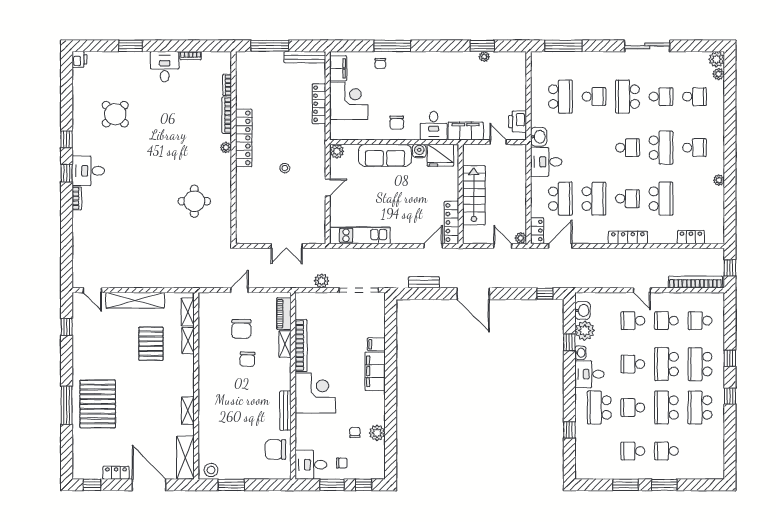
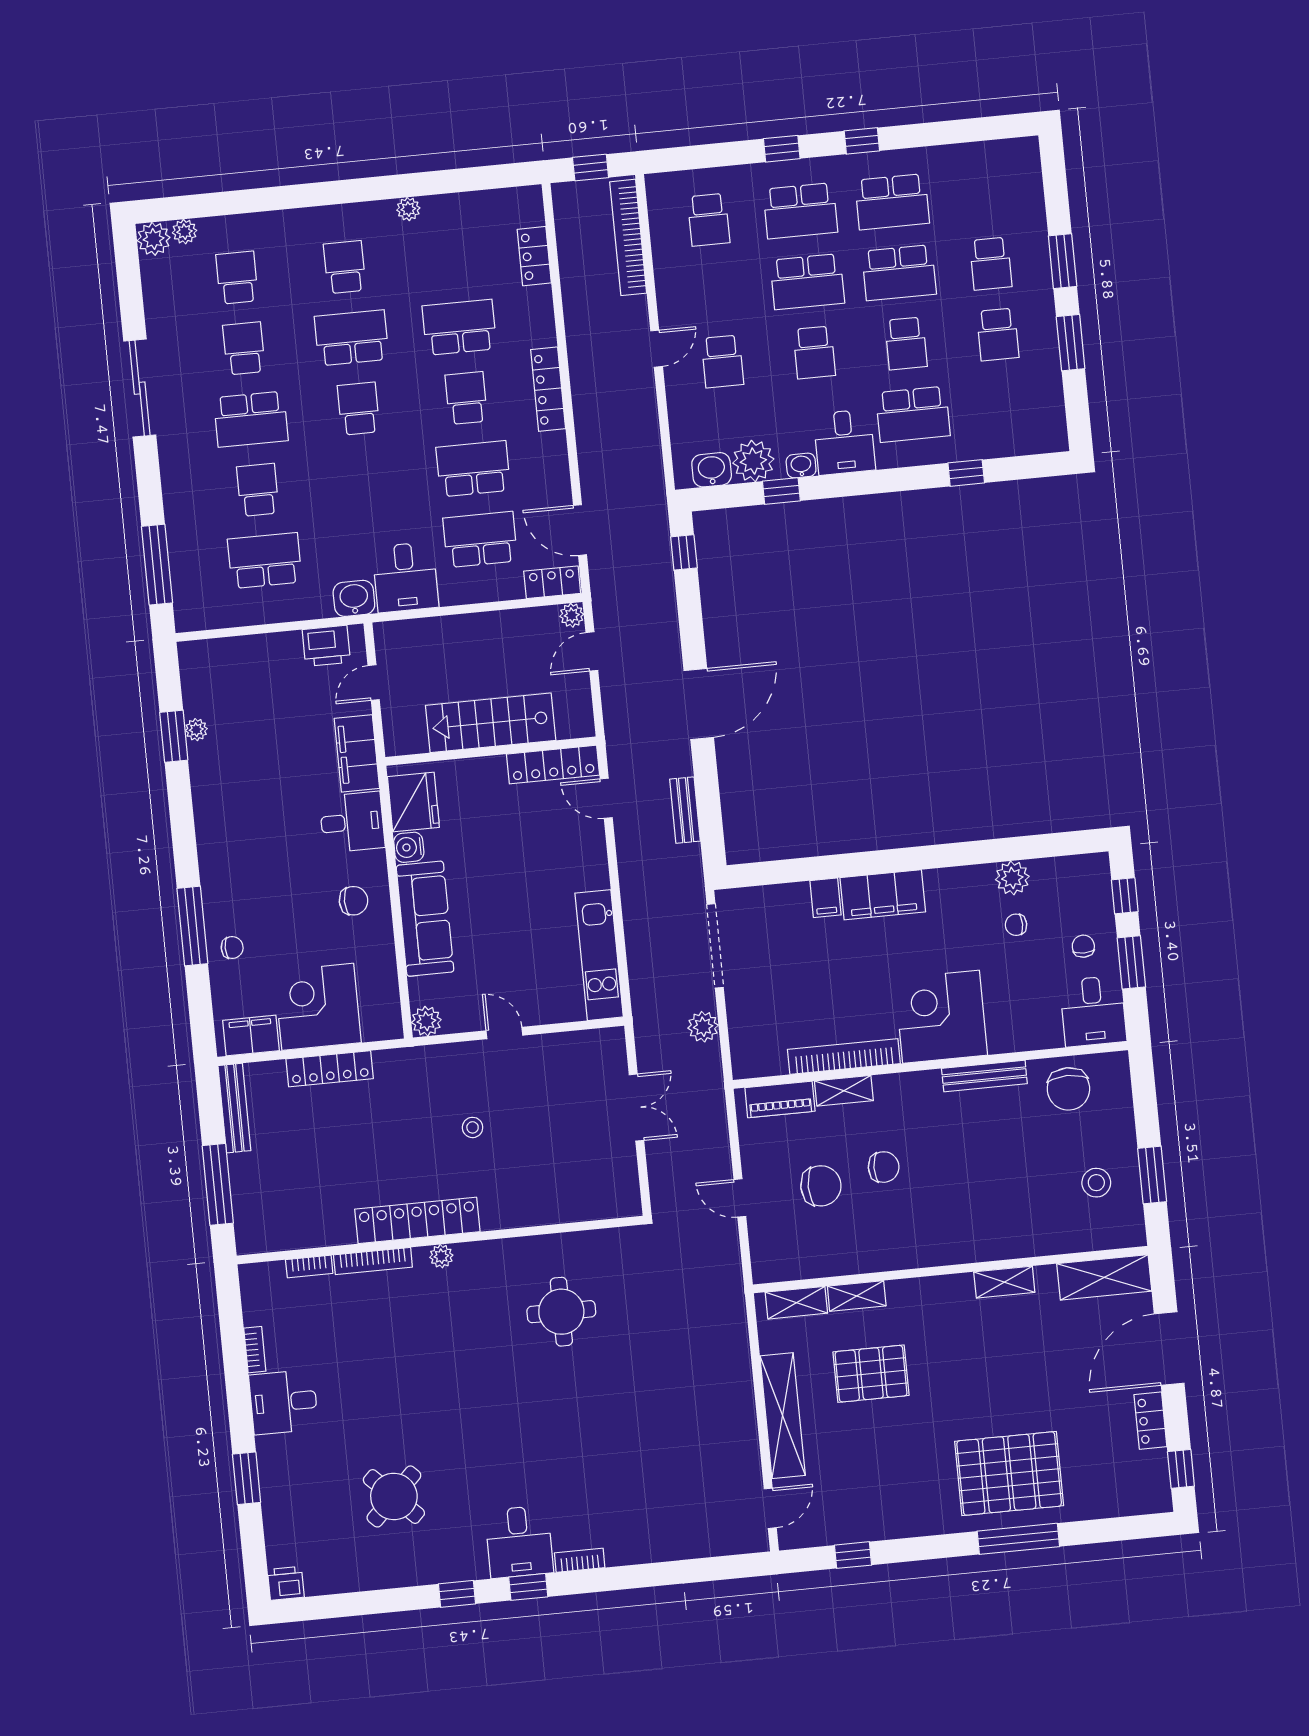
school desk: (666, 321) -> (716, 291), removed
stool: (211, 470) -> (1096, 1183), moved

